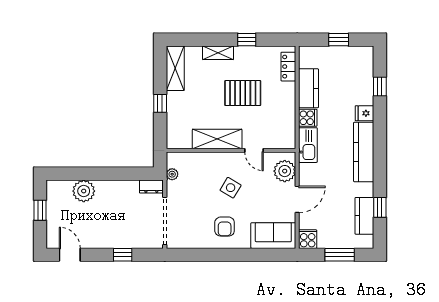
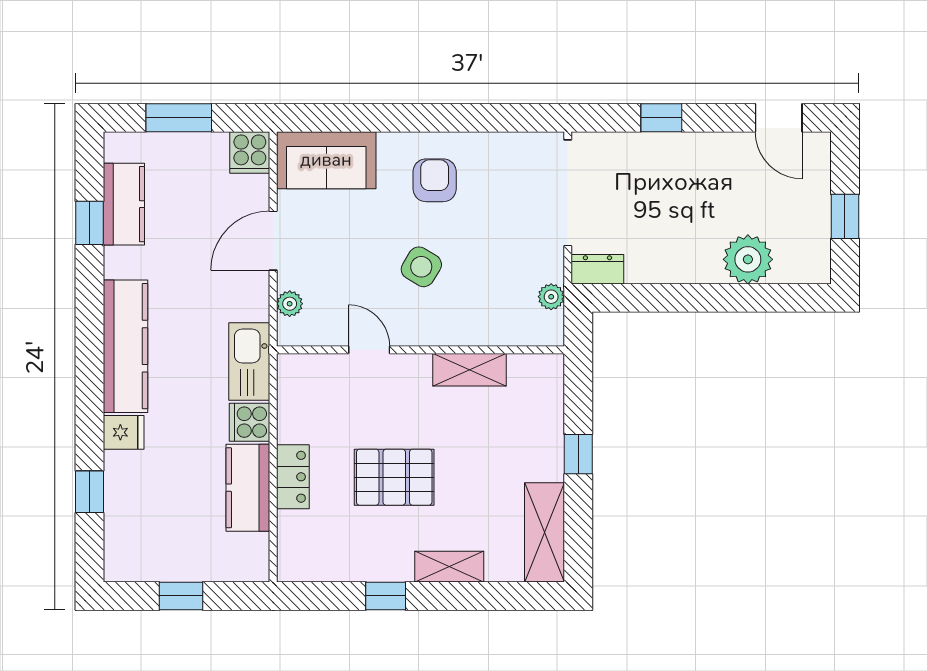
locker: (288, 67) -> (293, 477), moved
shelving: (217, 139) -> (469, 370), width x0.67, depth x0.75
plant: (285, 171) -> (290, 304), width x0.53, depth x0.53

